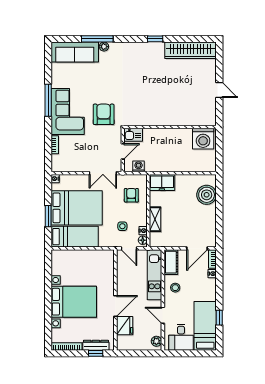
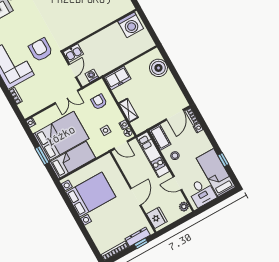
bed with nightstands: (74, 302) -> (91, 194), moved
fridge: (125, 326) -> (157, 218), moved

